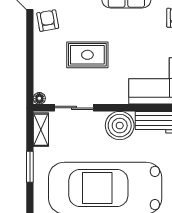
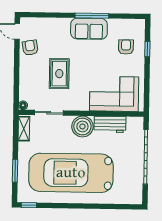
rug: (87, 55) -> (59, 74), turned 90
window: (30, 167) -> (15, 171), moved

